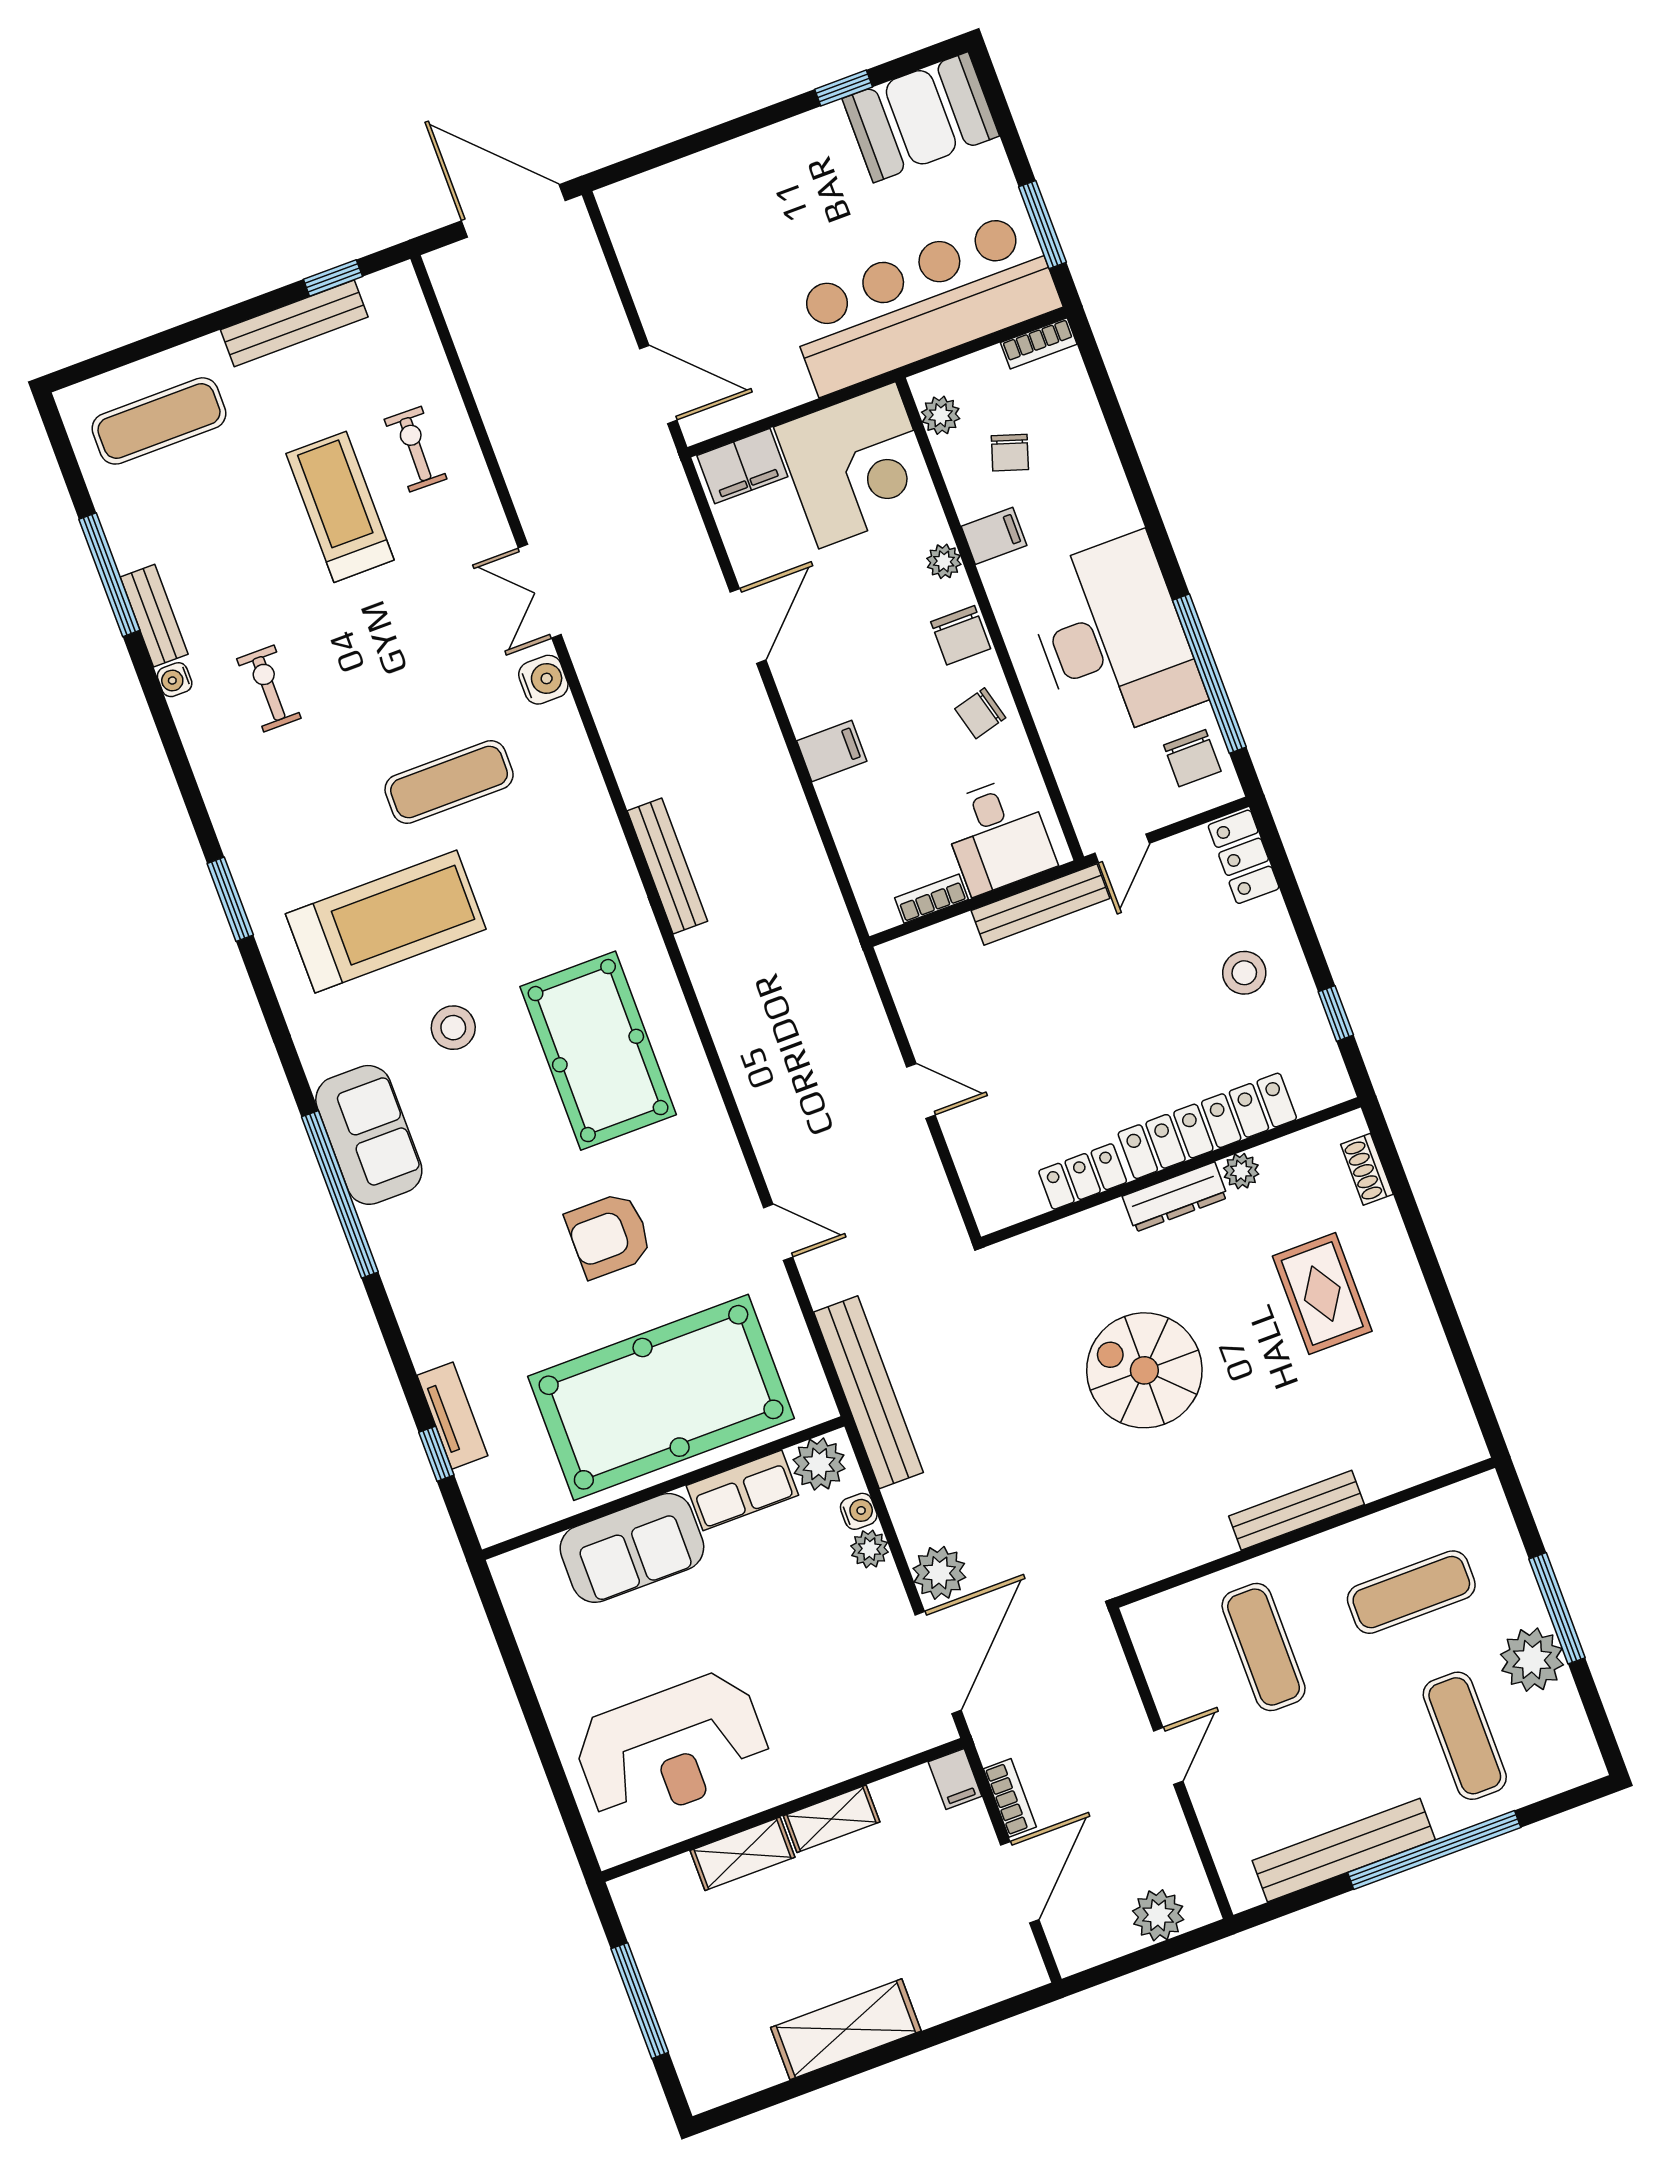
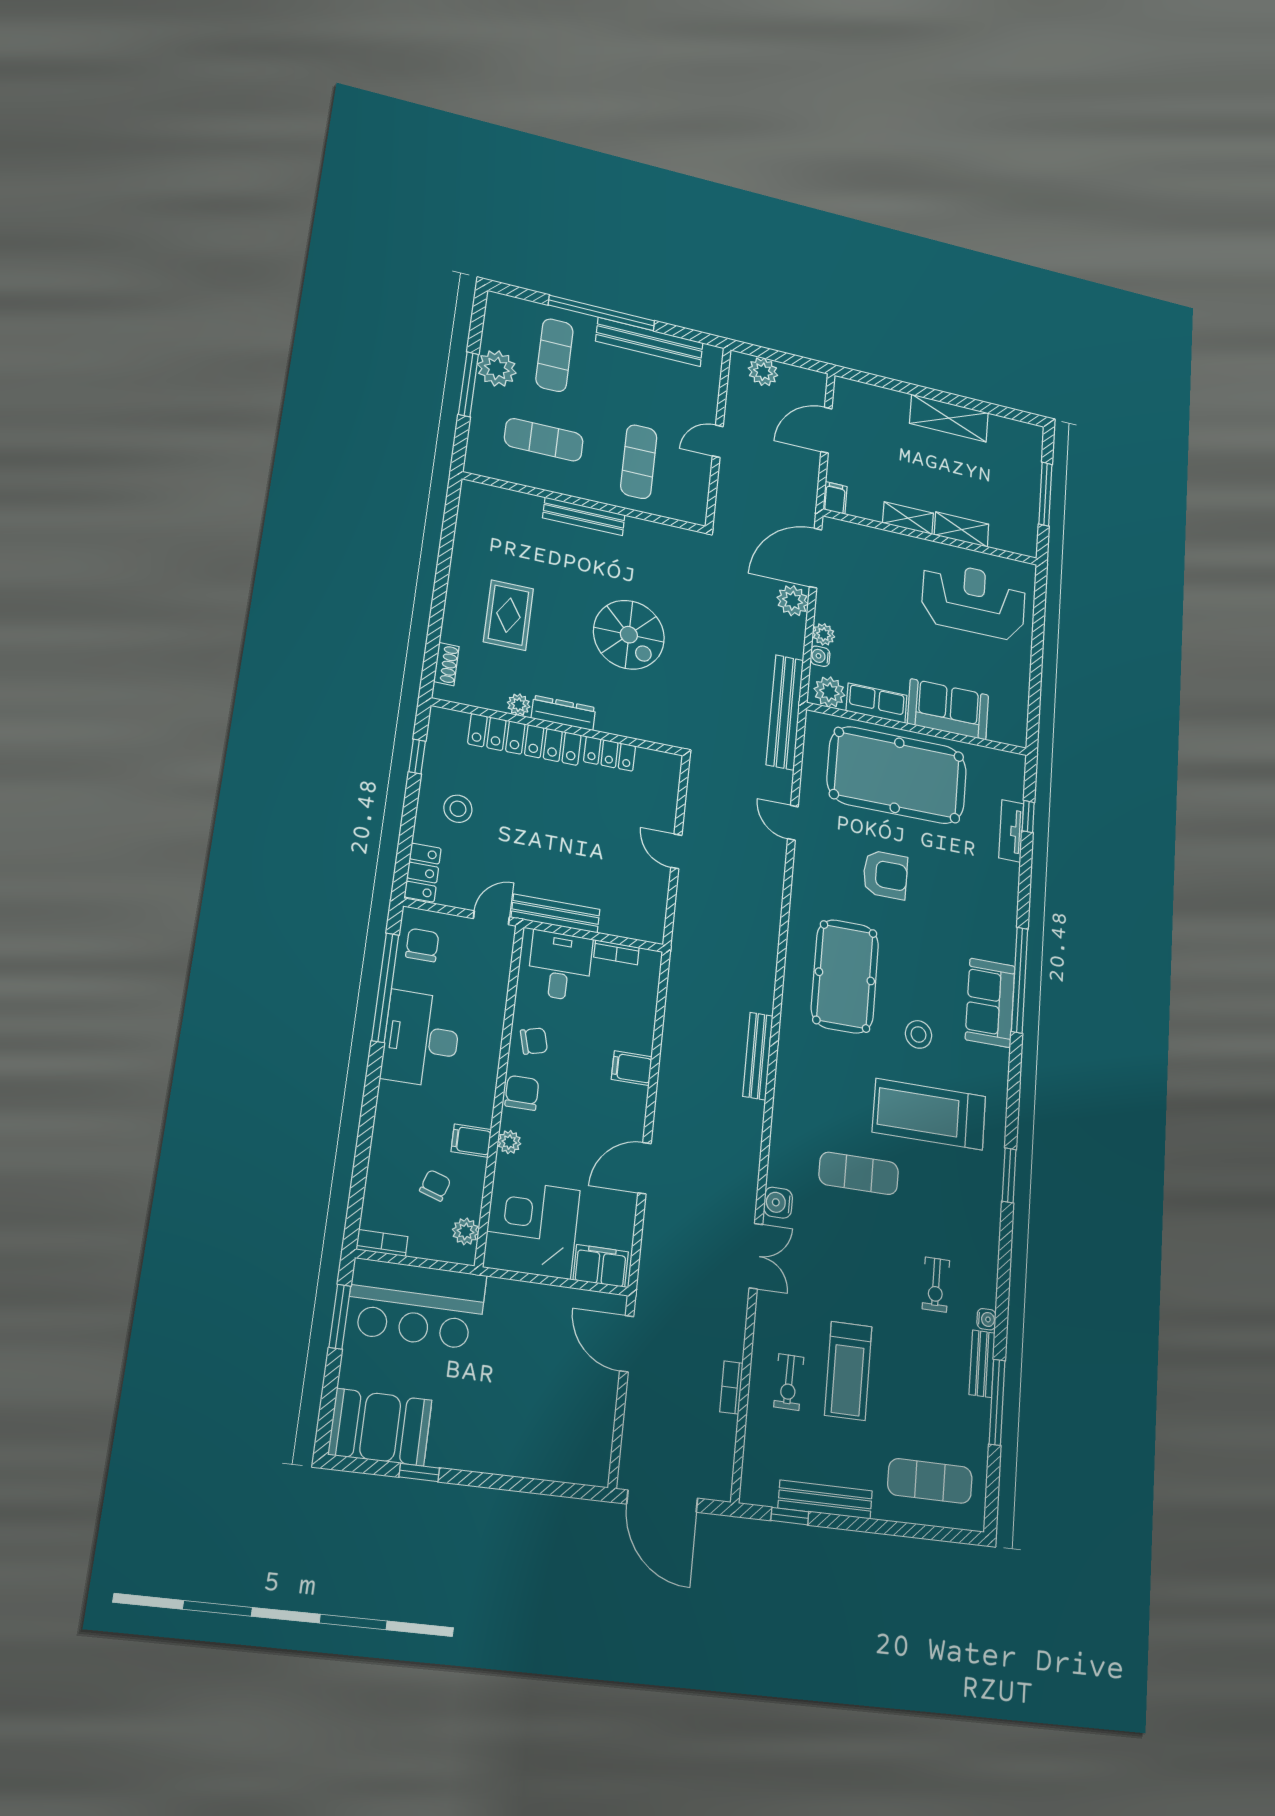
bar counter: (923, 303) -> (416, 1304), width x0.73
desk: (1113, 638) -> (421, 1039), width x0.73, depth x0.77
bookcase: (1010, 1798) -> (731, 1387), moved

